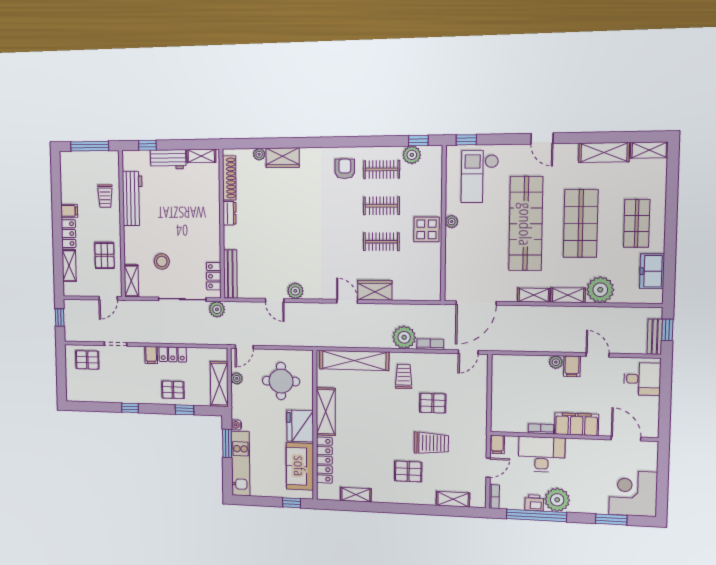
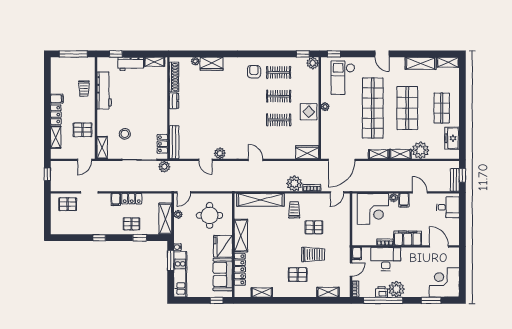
plant: (412, 155) -> (313, 63), moved
pallet: (105, 255) -> (83, 130), turned 90
wardrobe: (375, 290) -> (307, 152), moved
corner desk: (523, 378) -> (373, 209), added

